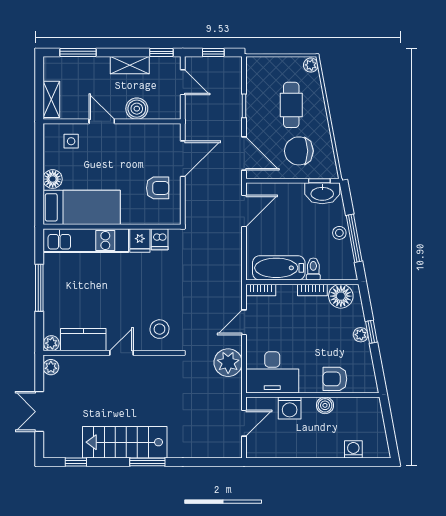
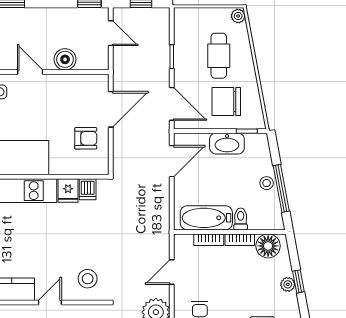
shelving: (130, 65) -> (58, 16), removed
washbasin: (322, 193) -> (227, 144), moved
bookcase: (261, 290) -> (209, 240), moved

